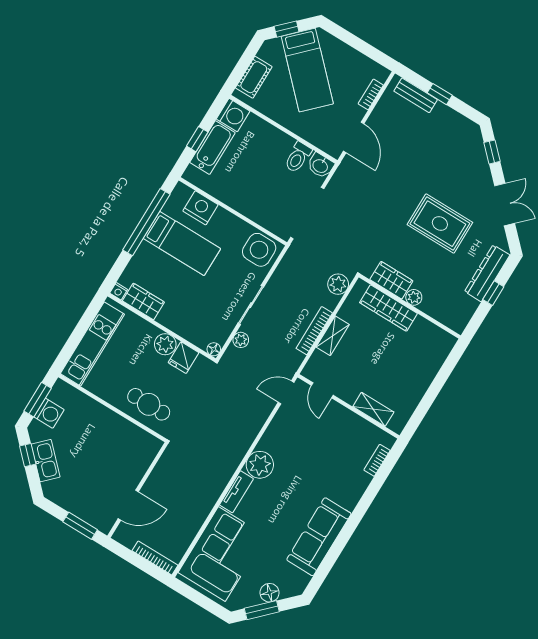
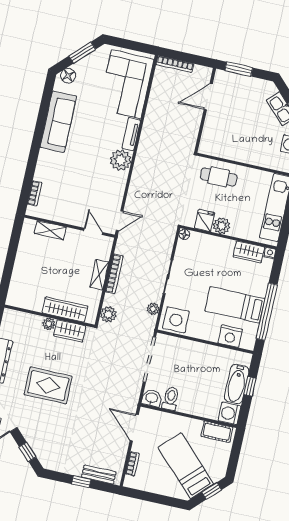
cot: (254, 77) -> (217, 432), moved, turned 90
plant: (241, 340) -> (153, 309), moved
floor lamp: (269, 593) -> (68, 76), moved

